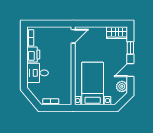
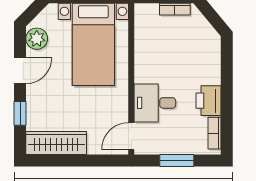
window: (50, 24) -> (177, 161), added
wardrobe: (117, 33) -> (56, 143), width x1.50
desk: (38, 73) -> (155, 103), moved, turned 180

